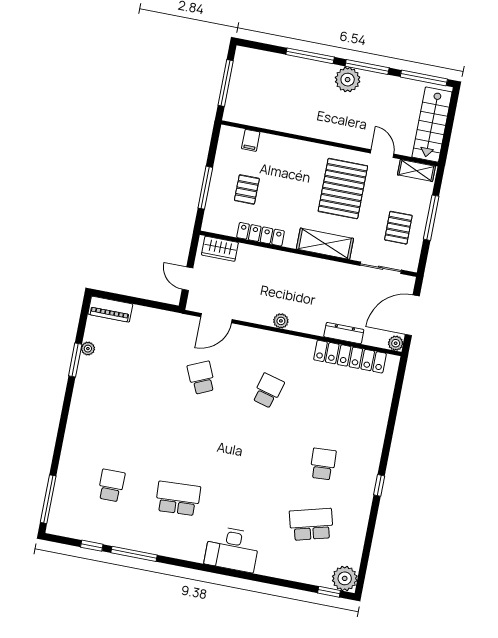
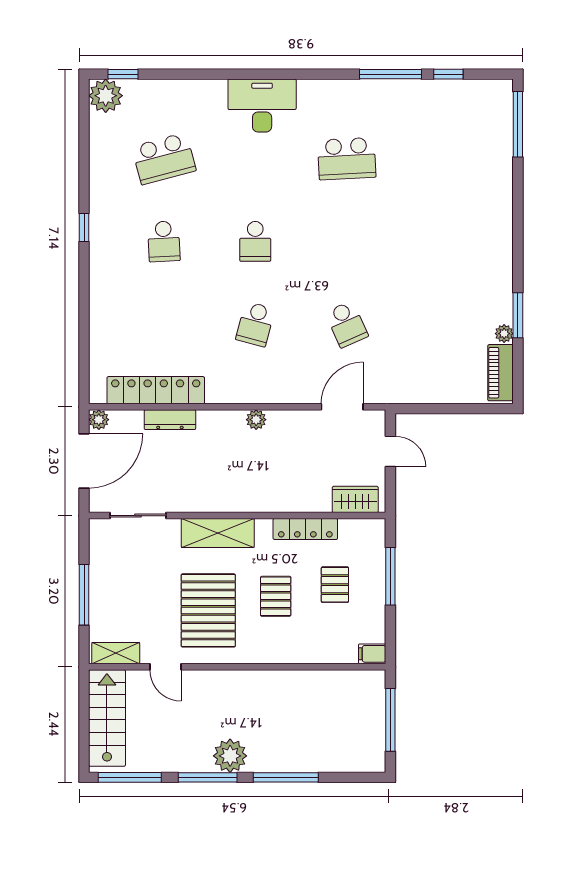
filing cabinet: (251, 140) -> (372, 654), moved, turned -90
pallet: (398, 228) -> (276, 596), moved
piano: (110, 309) -> (501, 373), moved, turned -90
school desk: (111, 485) -> (255, 241), moved

